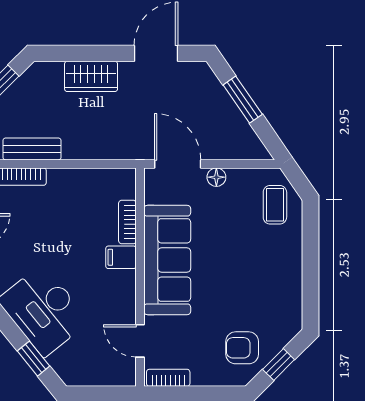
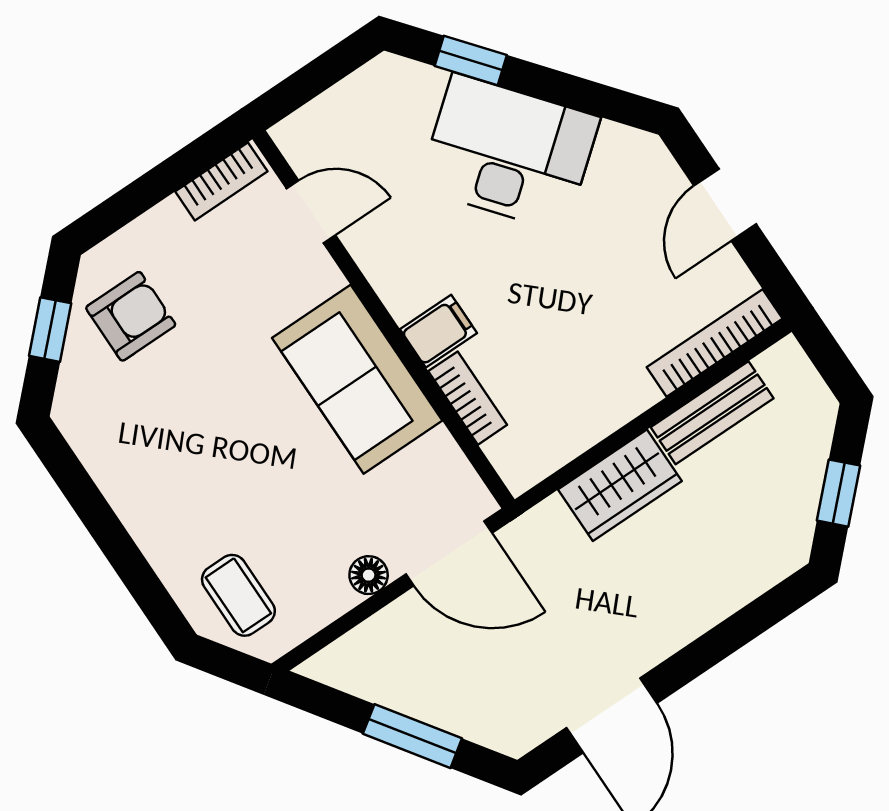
wardrobe: (91, 76) -> (620, 485), moved, turned 180
sofa: (167, 260) -> (357, 379), width x0.73

